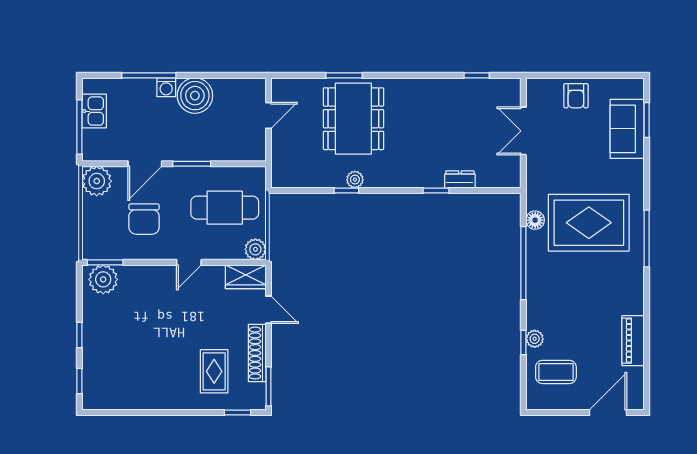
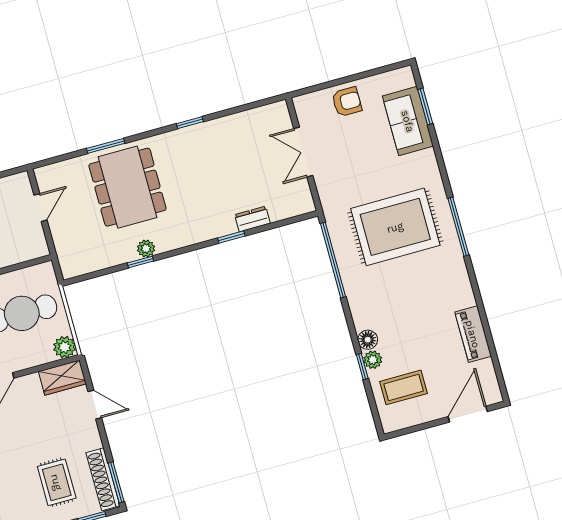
window: (477, 75) -> (190, 123), moved
armchair: (576, 96) -> (347, 102), turned -90
floor lamp: (535, 220) -> (368, 340), moved
window: (523, 263) -> (333, 260), moved
shoe rack: (257, 353) -> (103, 479), moved

